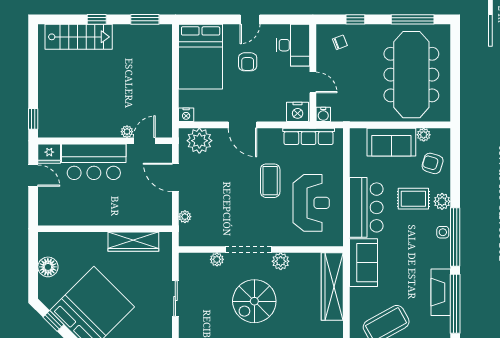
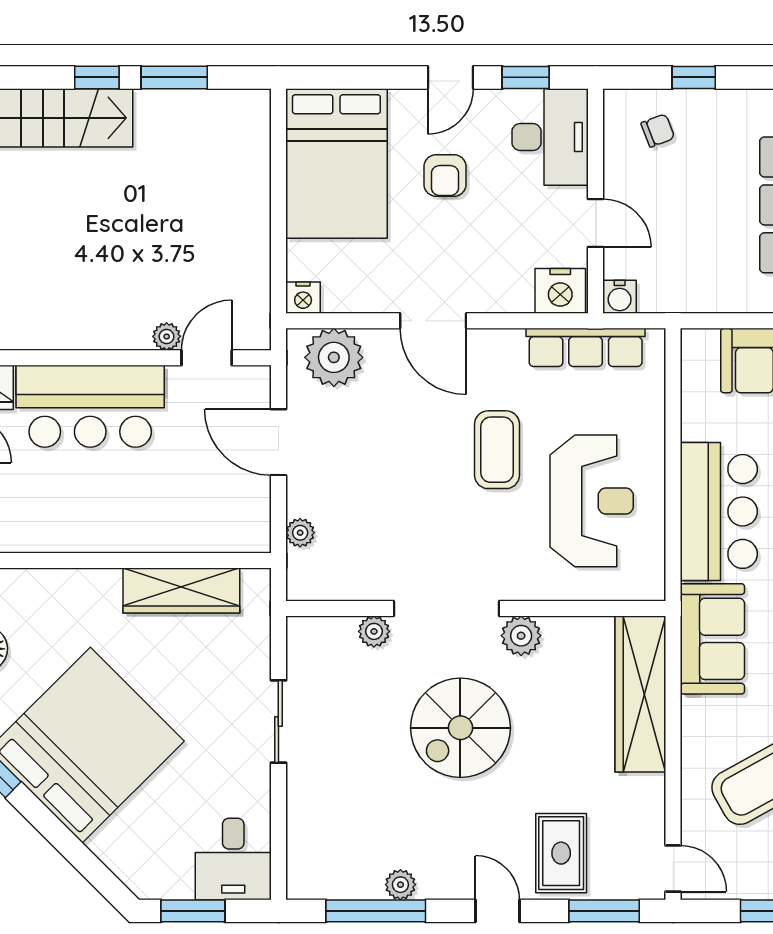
window: (145, 19) -> (174, 77), moved
window: (283, 19) -> (526, 77), added

